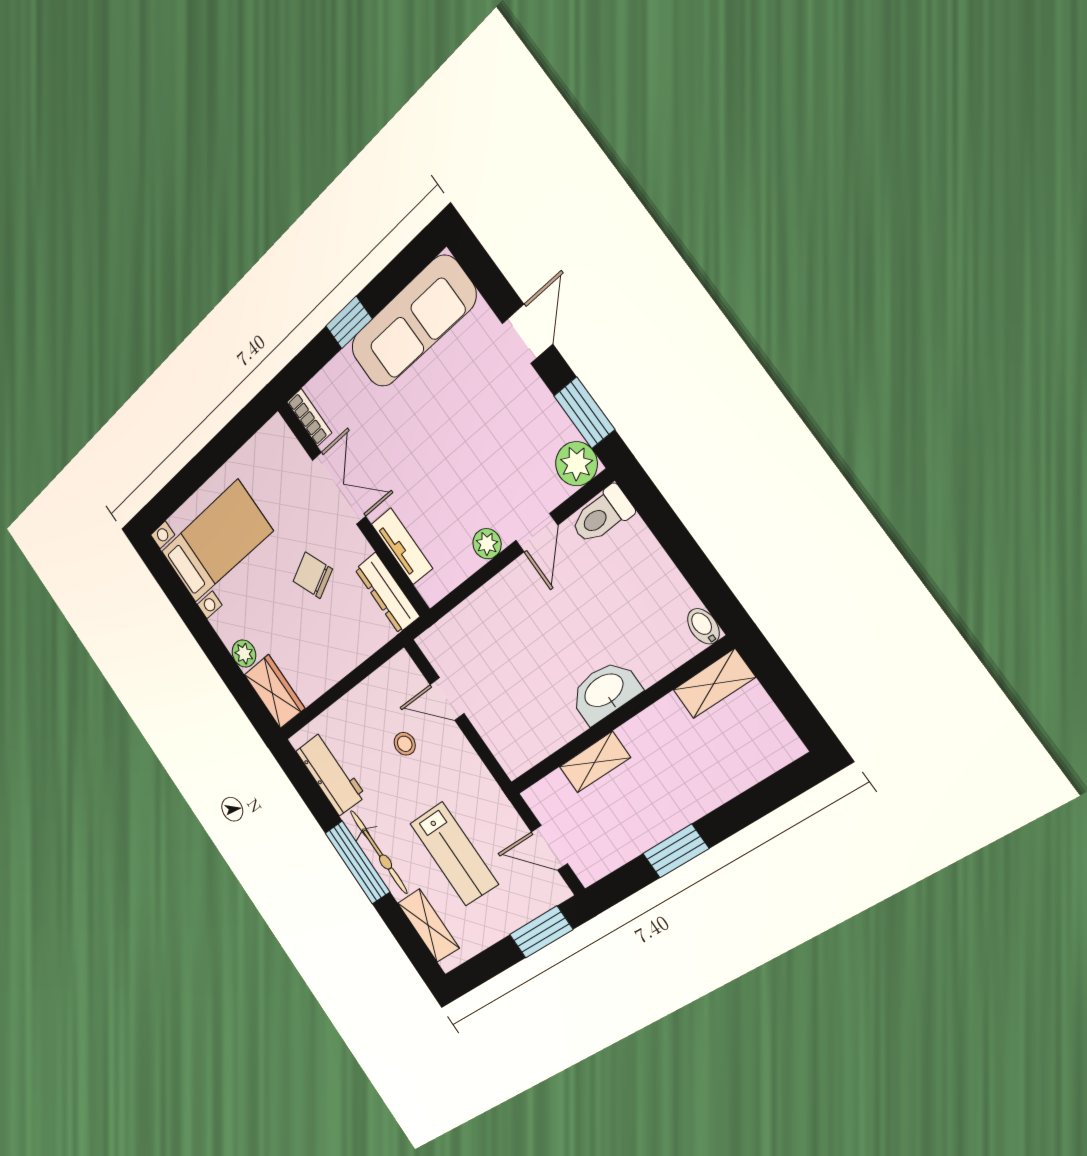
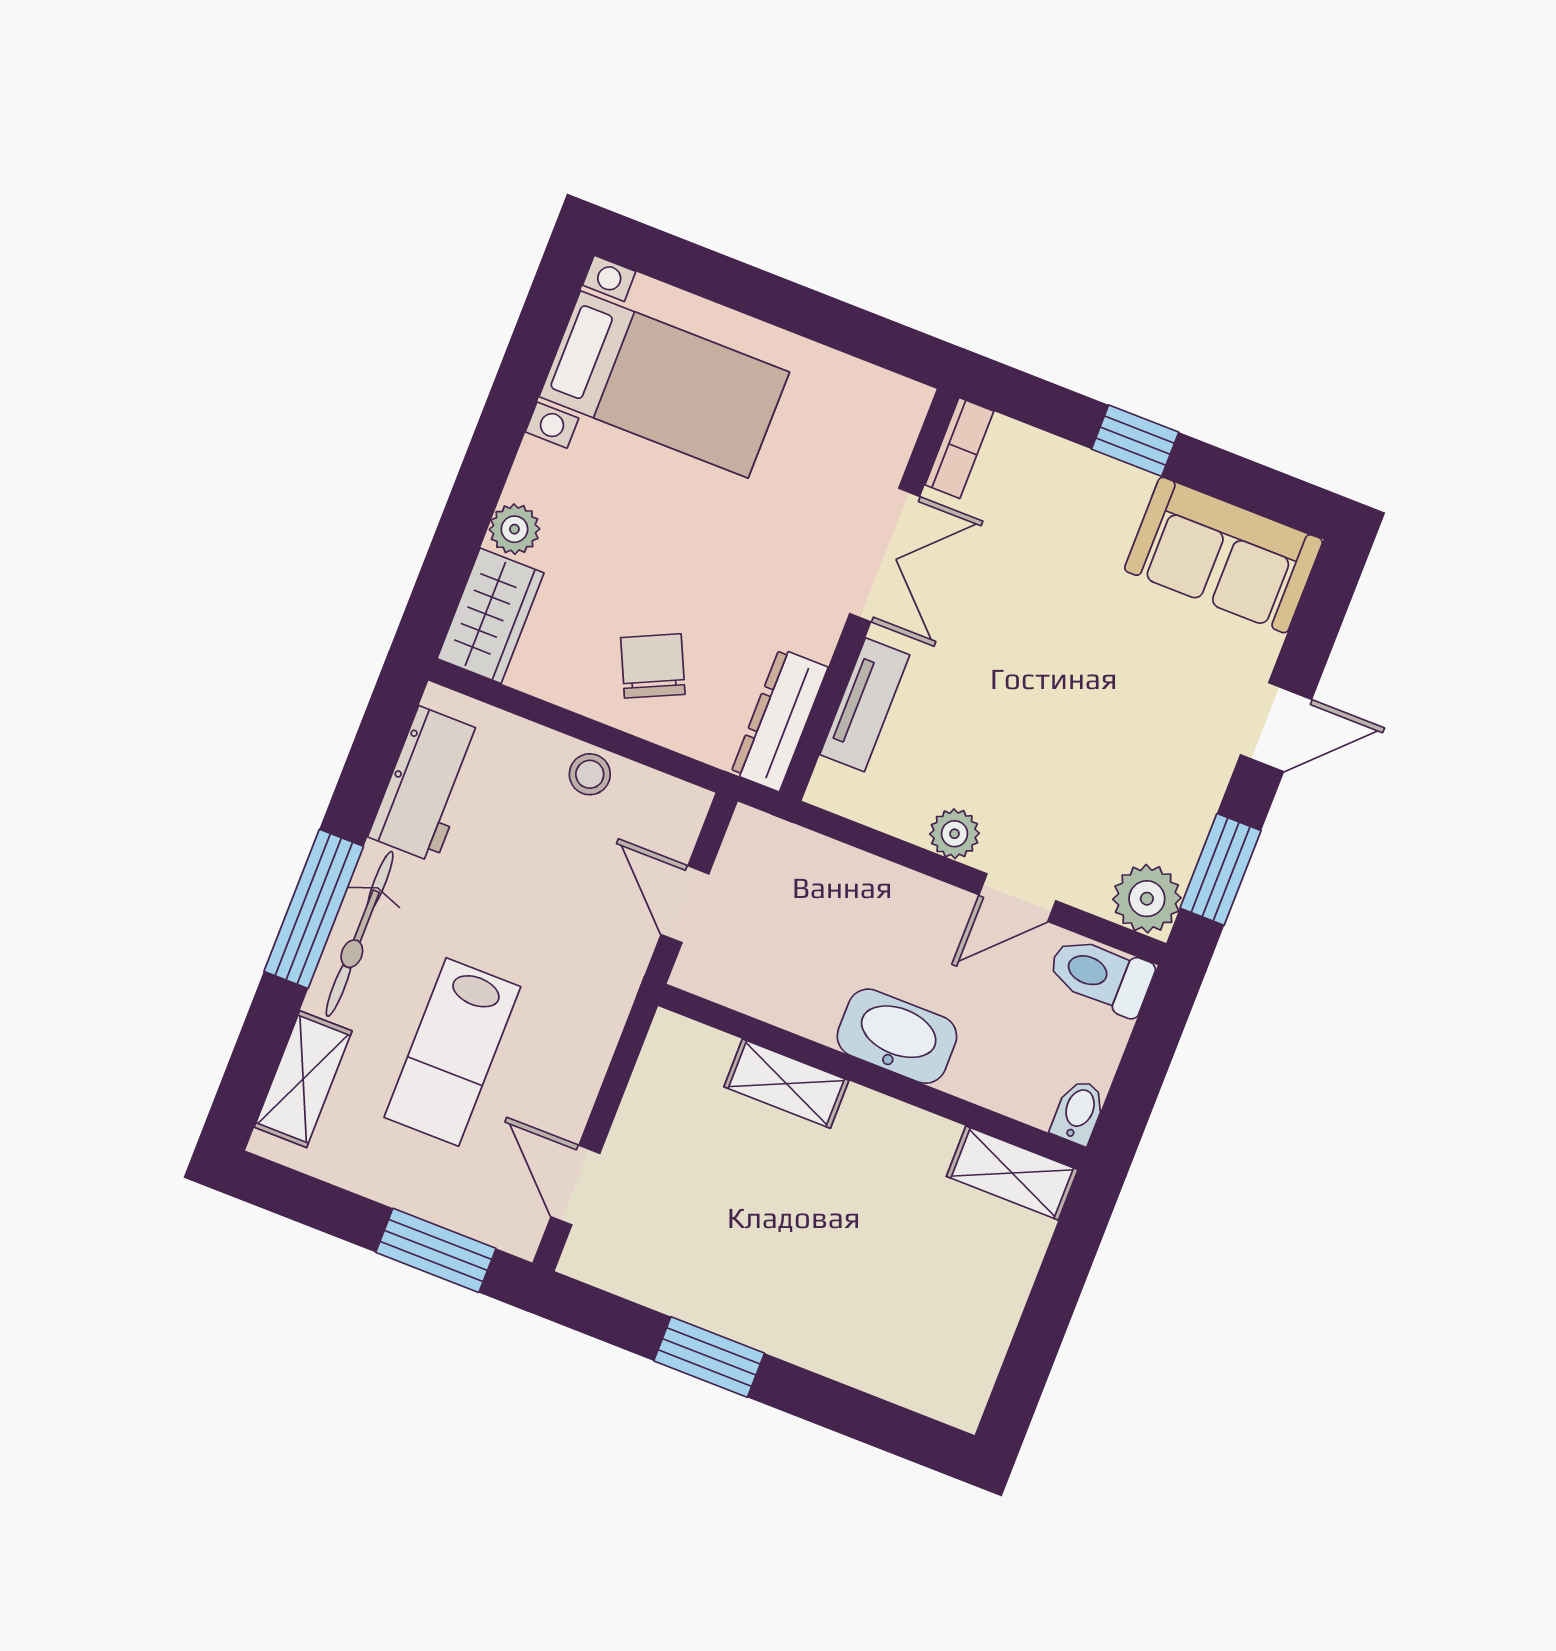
sofa: (413, 322) -> (1223, 555), width x0.73
chair: (313, 575) -> (653, 666), moved
bidet: (703, 626) -> (1078, 1112), moved
shelving: (714, 684) -> (1012, 1173), moved
washbasin: (605, 691) -> (897, 1036), moved
wall: (618, 718) -> (872, 1077), moved
stool: (405, 744) -> (590, 774), moved
shelving: (595, 762) -> (786, 1084), moved

